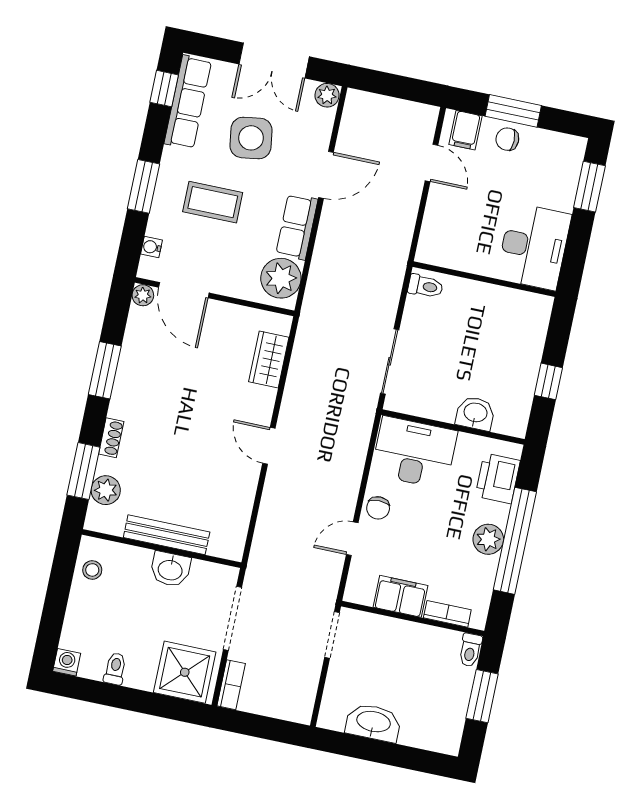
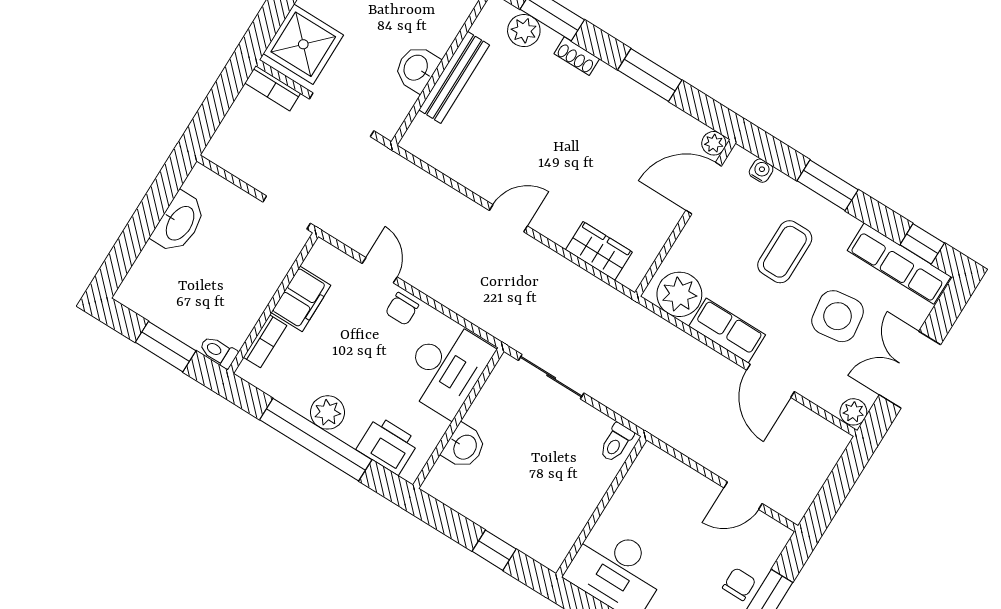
filing cabinet: (466, 130) -> (764, 544), removed
window: (548, 381) -> (494, 550), moved
chair: (378, 508) -> (402, 309), turned -90

